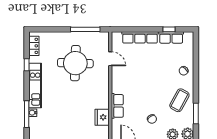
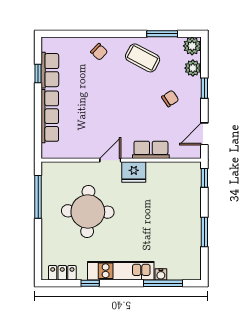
door: (110, 59) -> (110, 160), moved
fridge: (102, 117) -> (134, 172), moved

